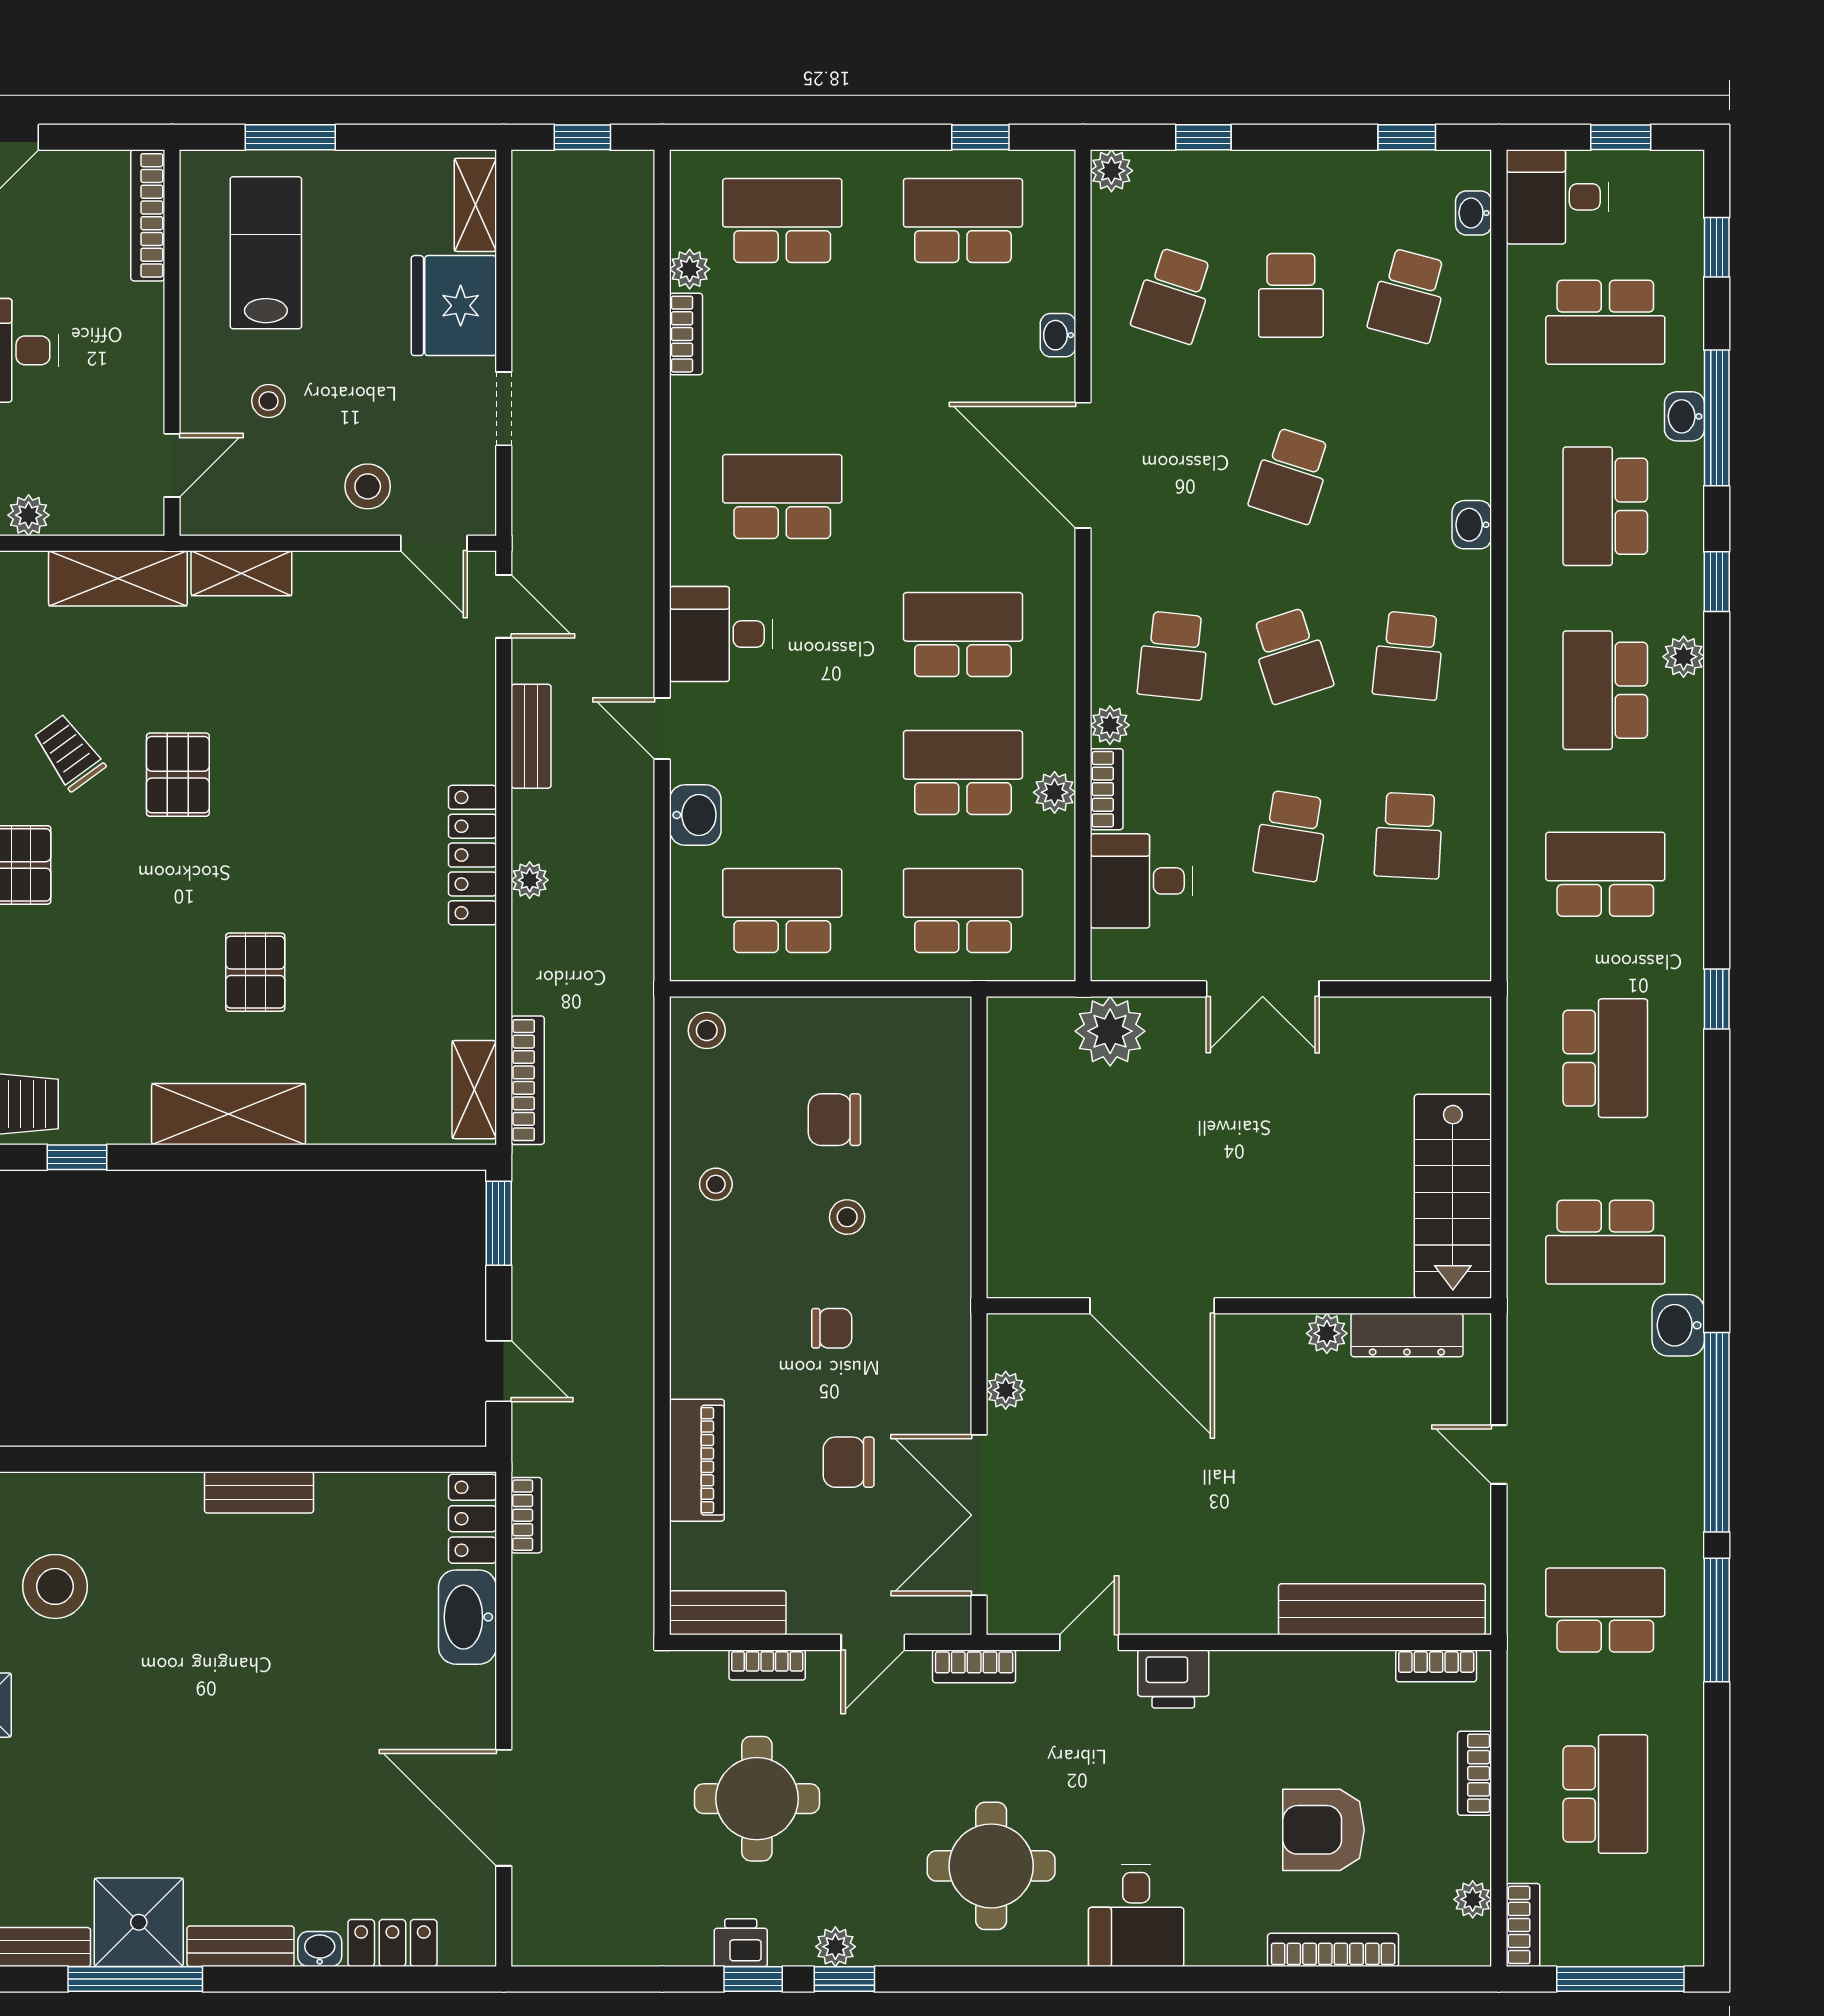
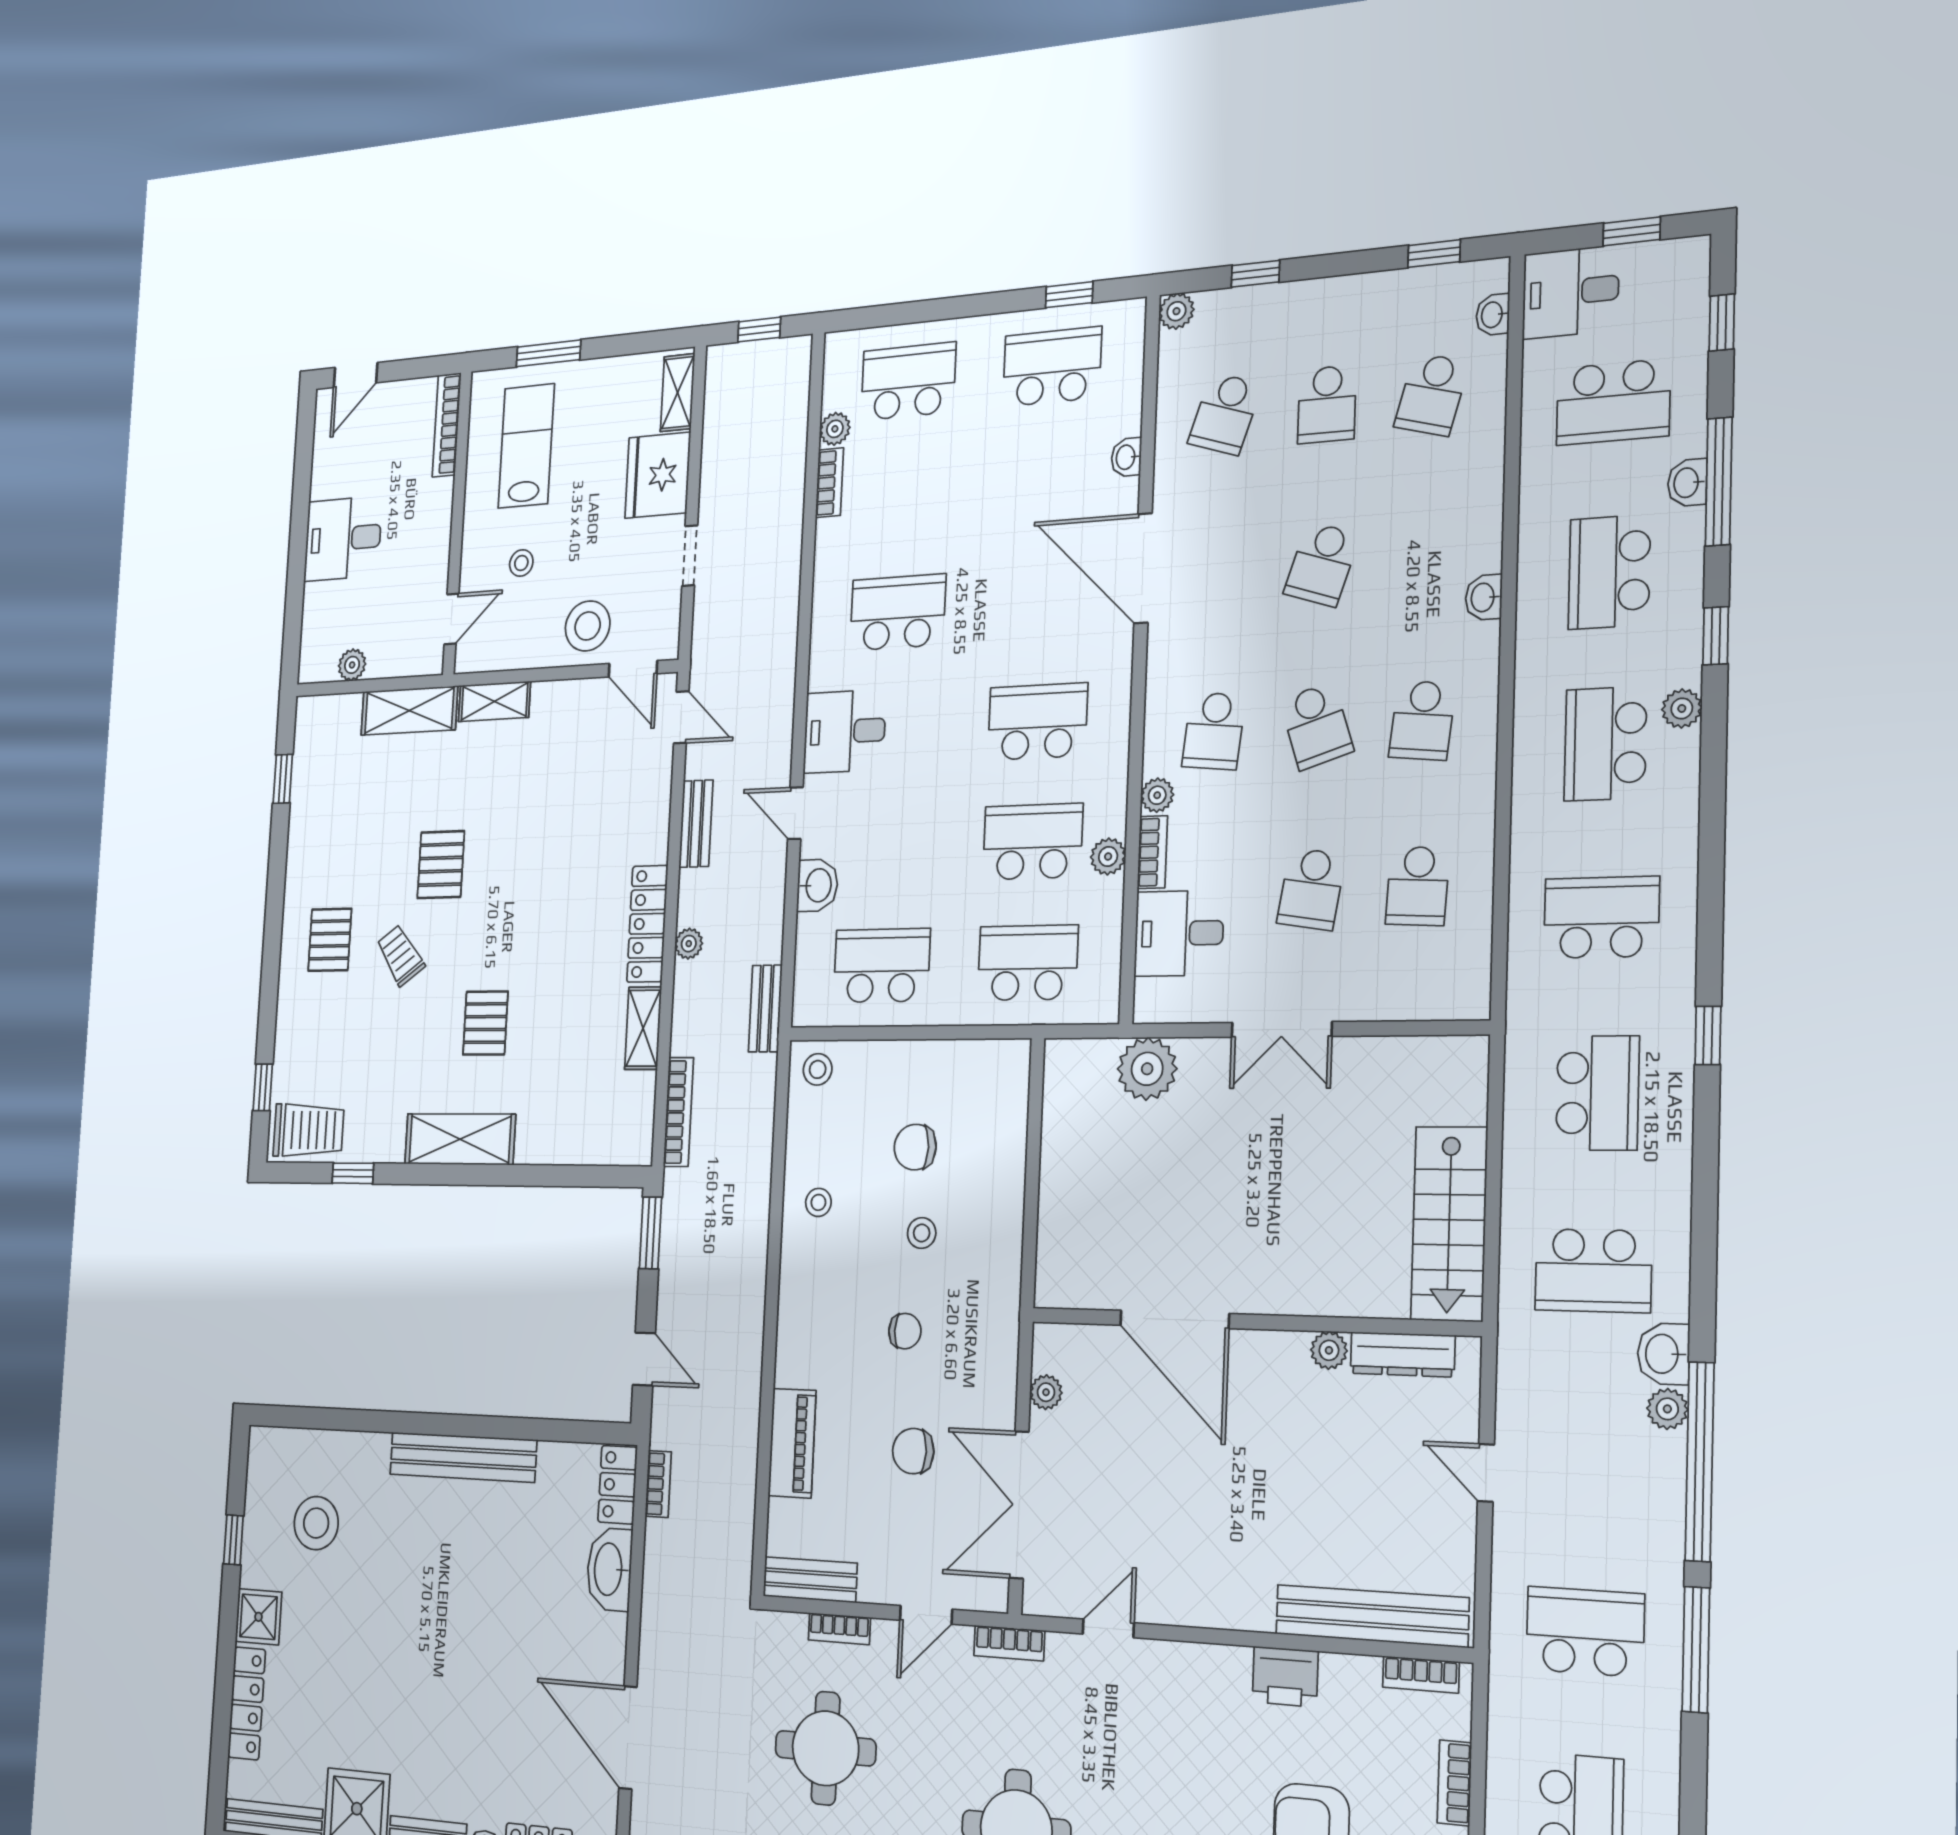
stool: (368, 486) -> (588, 626), width x1.38, depth x1.38
trolley: (69, 752) -> (400, 955), moved
bench: (635, 959) -> (765, 1009), added
shelving: (474, 1090) -> (643, 1028), moved
plant: (1683, 1381) -> (1667, 1409), added
bench: (259, 1492) -> (463, 1457), width x1.86, depth x1.21
printer: (1173, 1679) -> (1285, 1677), moved

